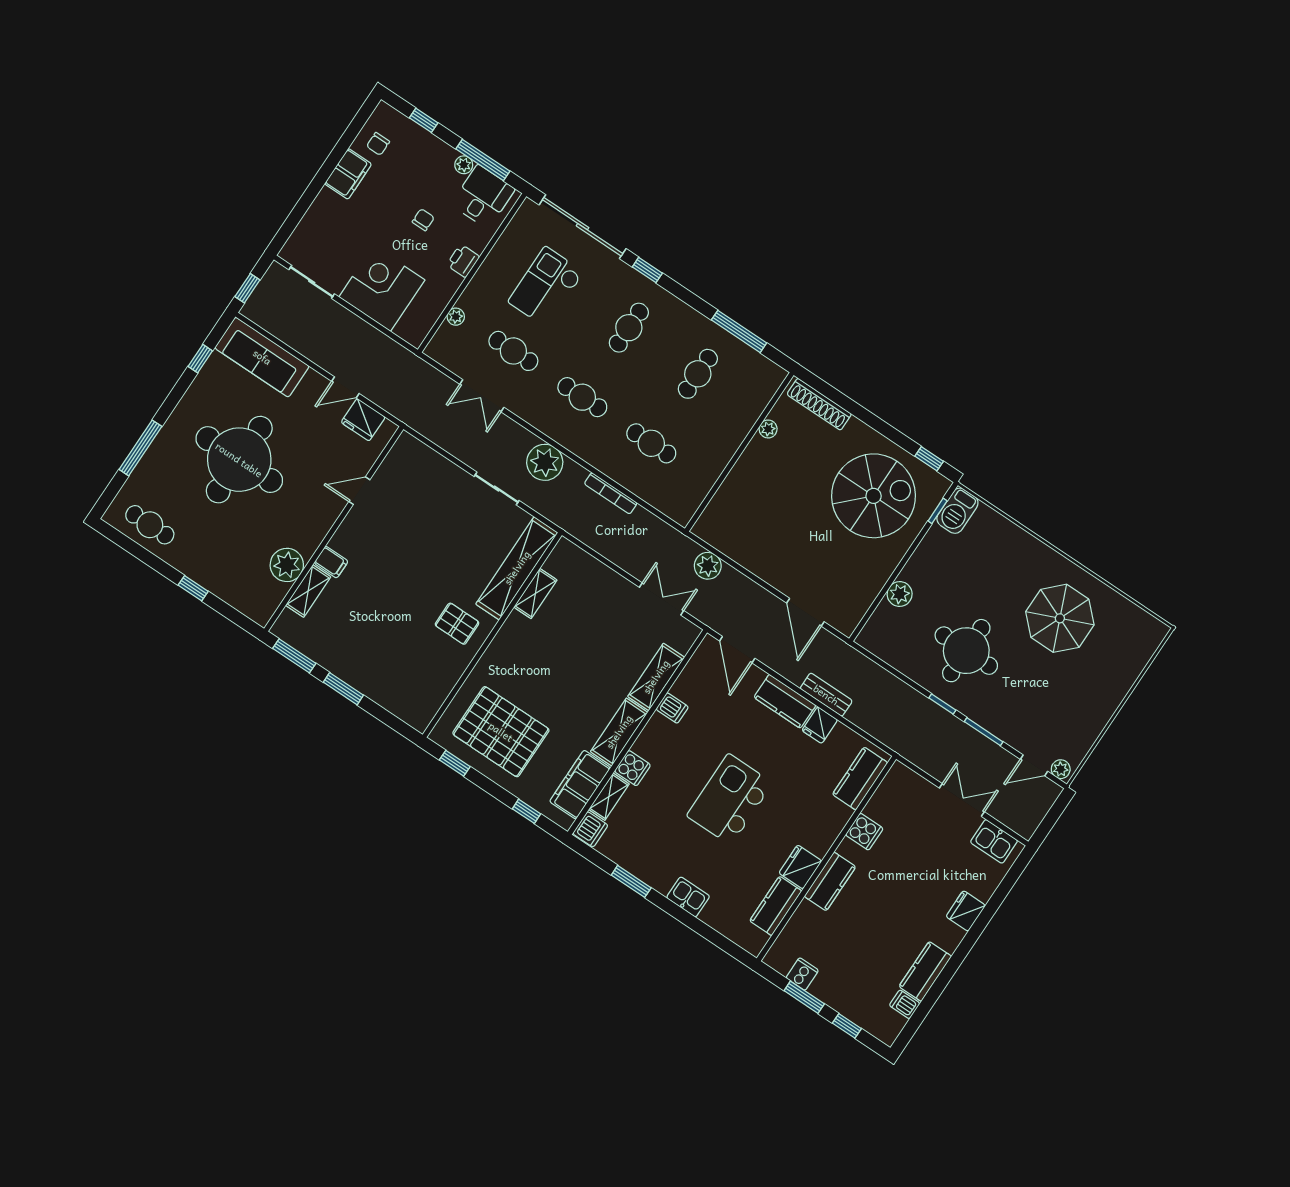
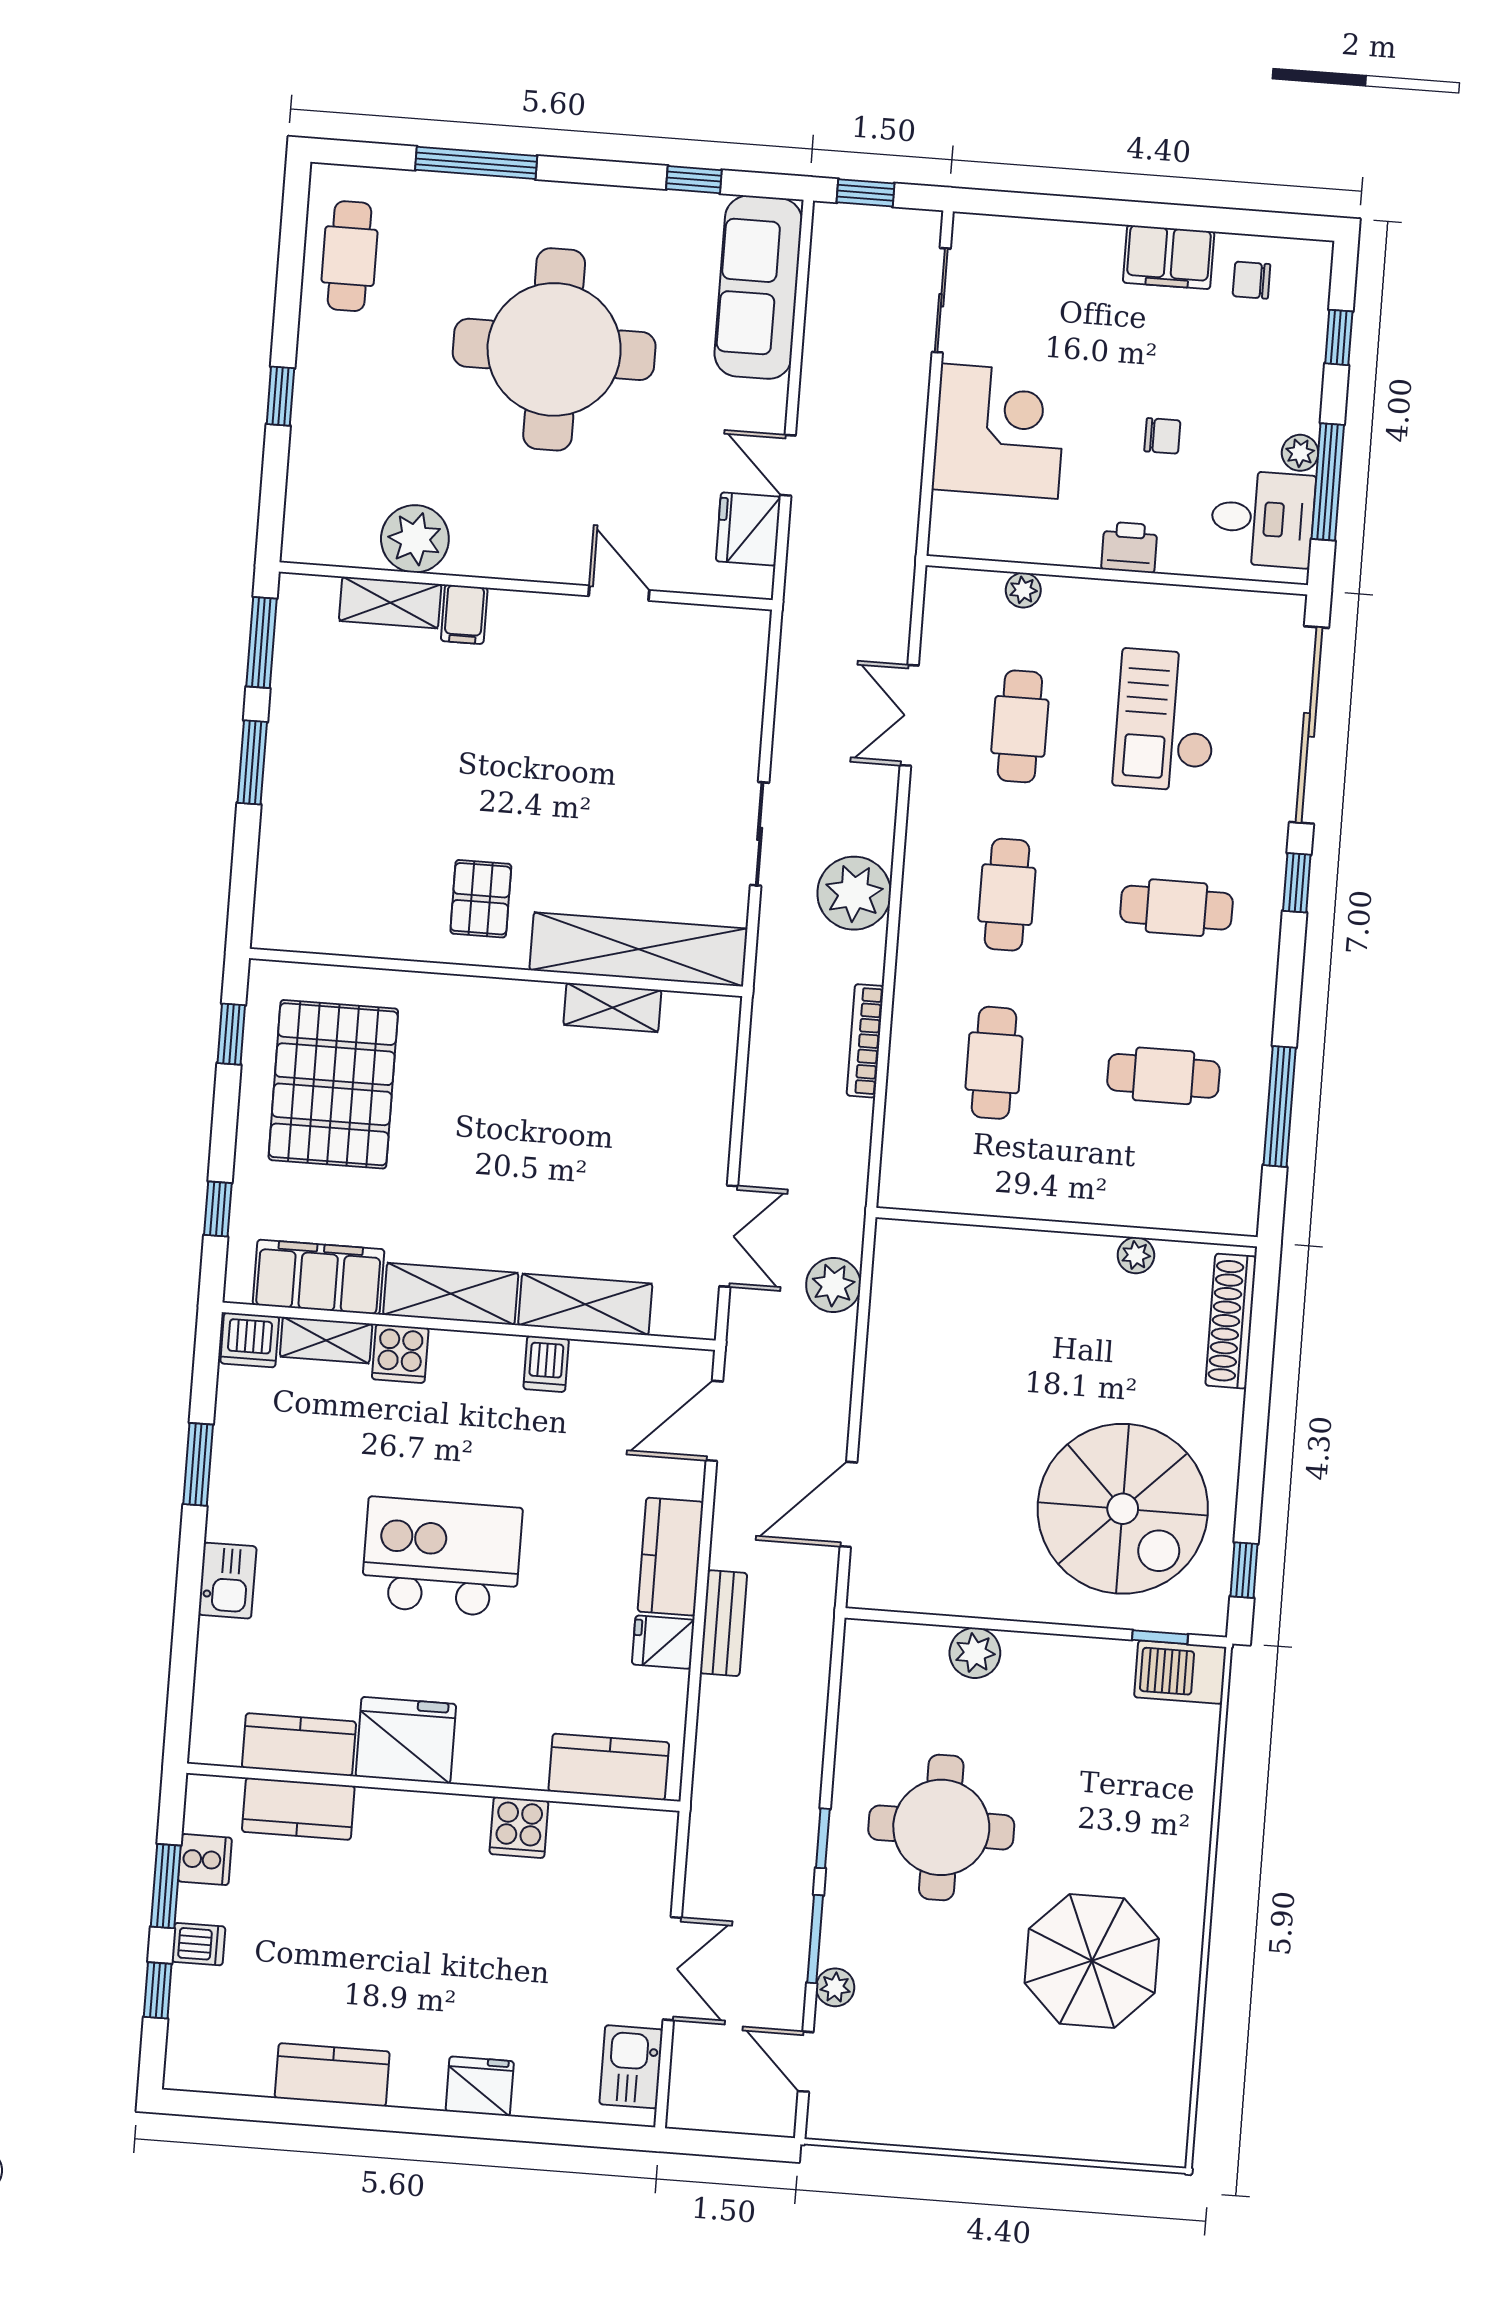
checkout: (546, 287) -> (1166, 720), turned -90
plant: (1061, 769) -> (835, 1987), moved
fridge: (800, 867) -> (406, 1740), width x1.36, depth x1.34
kitchen counter: (830, 881) -> (298, 1809), moved
dishwasher: (905, 1004) -> (199, 1944), moved, turned 90

